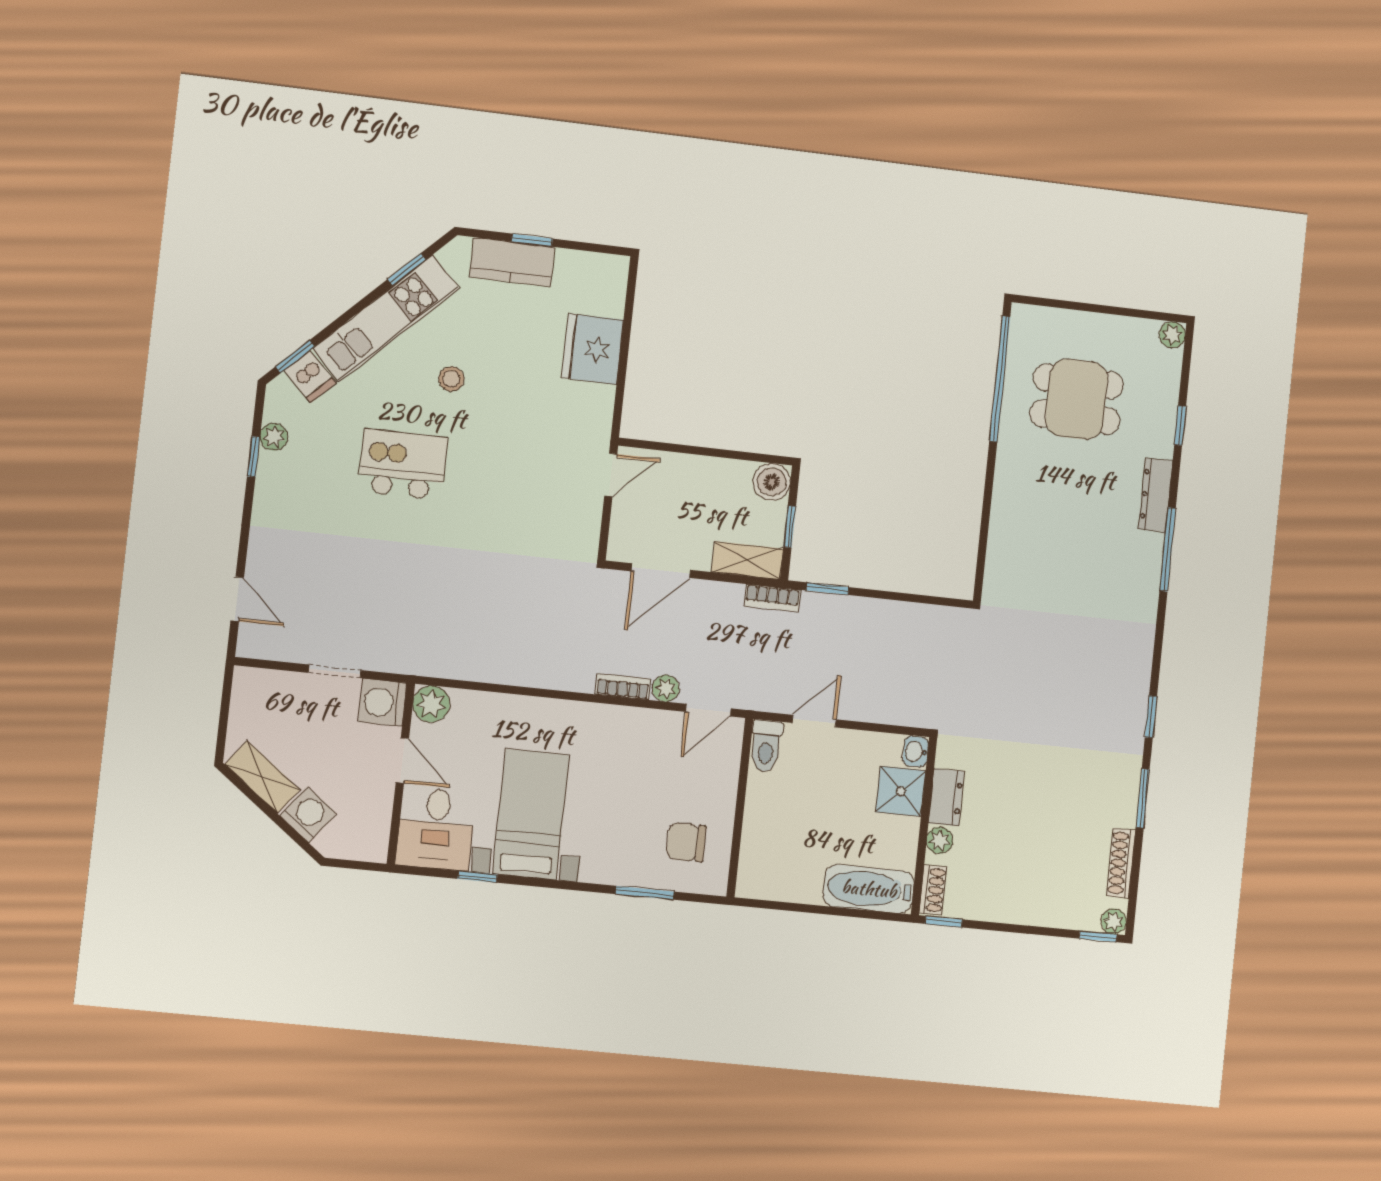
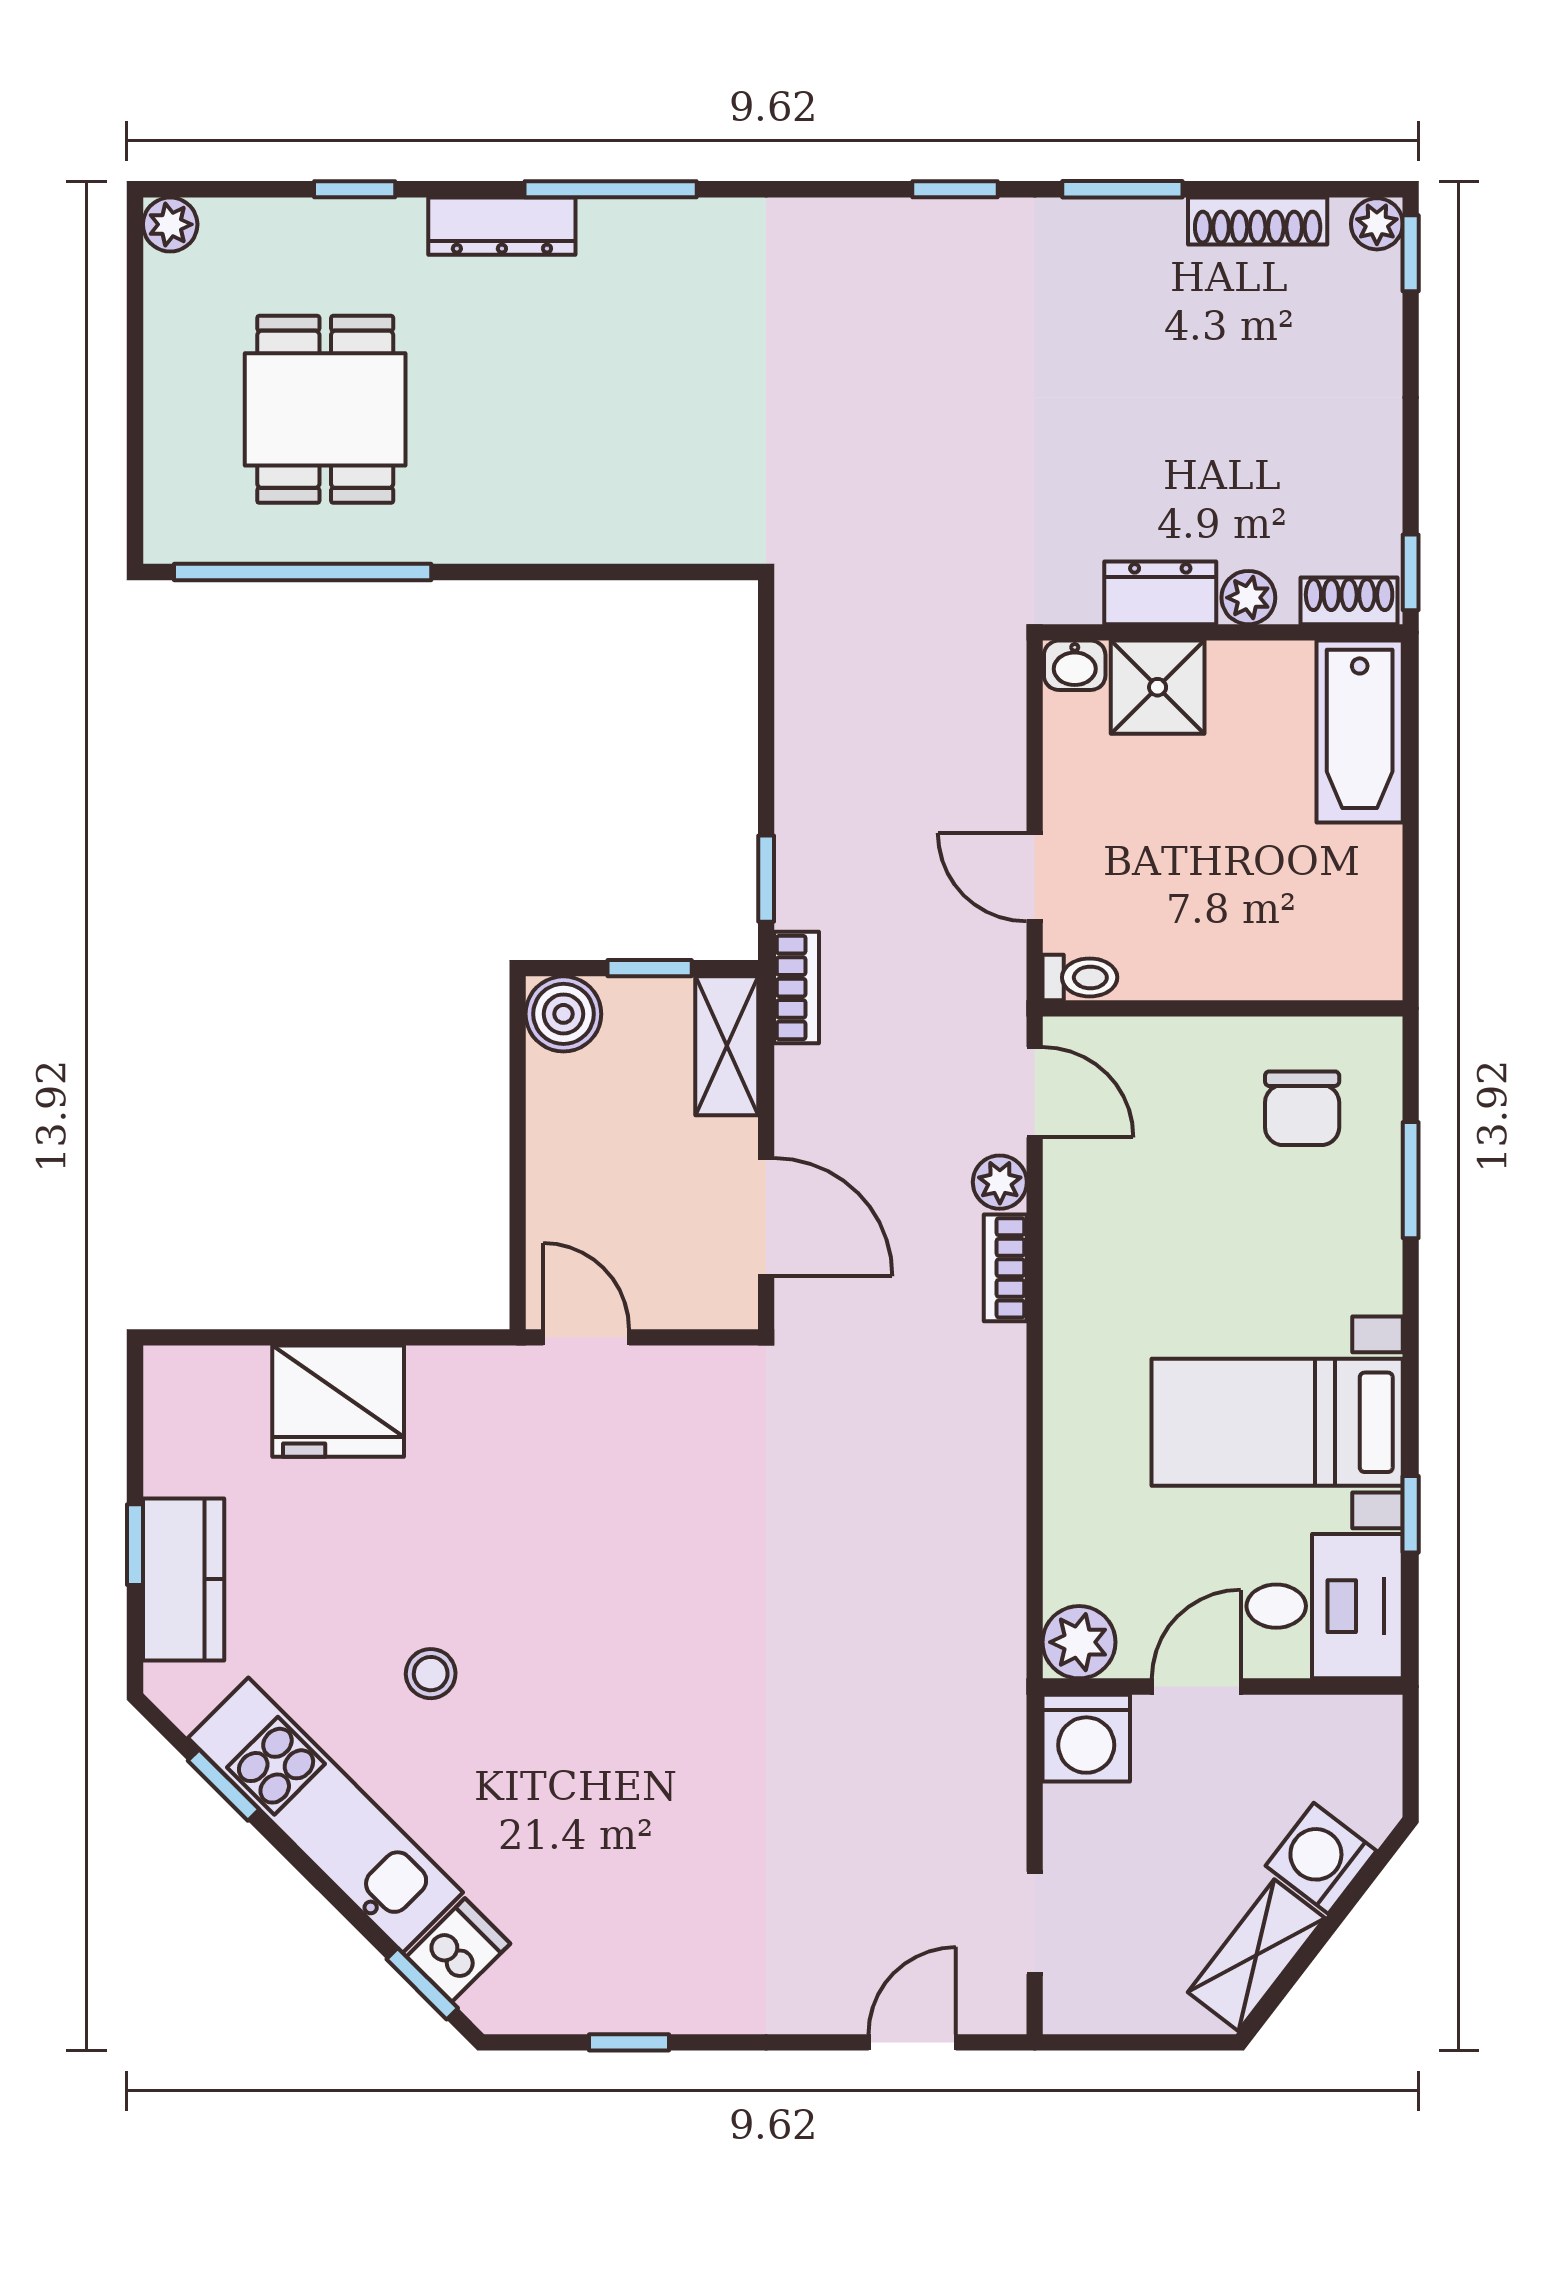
plant: (274, 437) -> (585, 2007), removed
kitchen island: (403, 464) -> (611, 1750), removed
doorway: (335, 671) -> (1035, 1923), moved
toilet: (766, 746) -> (1080, 977), width x0.73, depth x0.72

